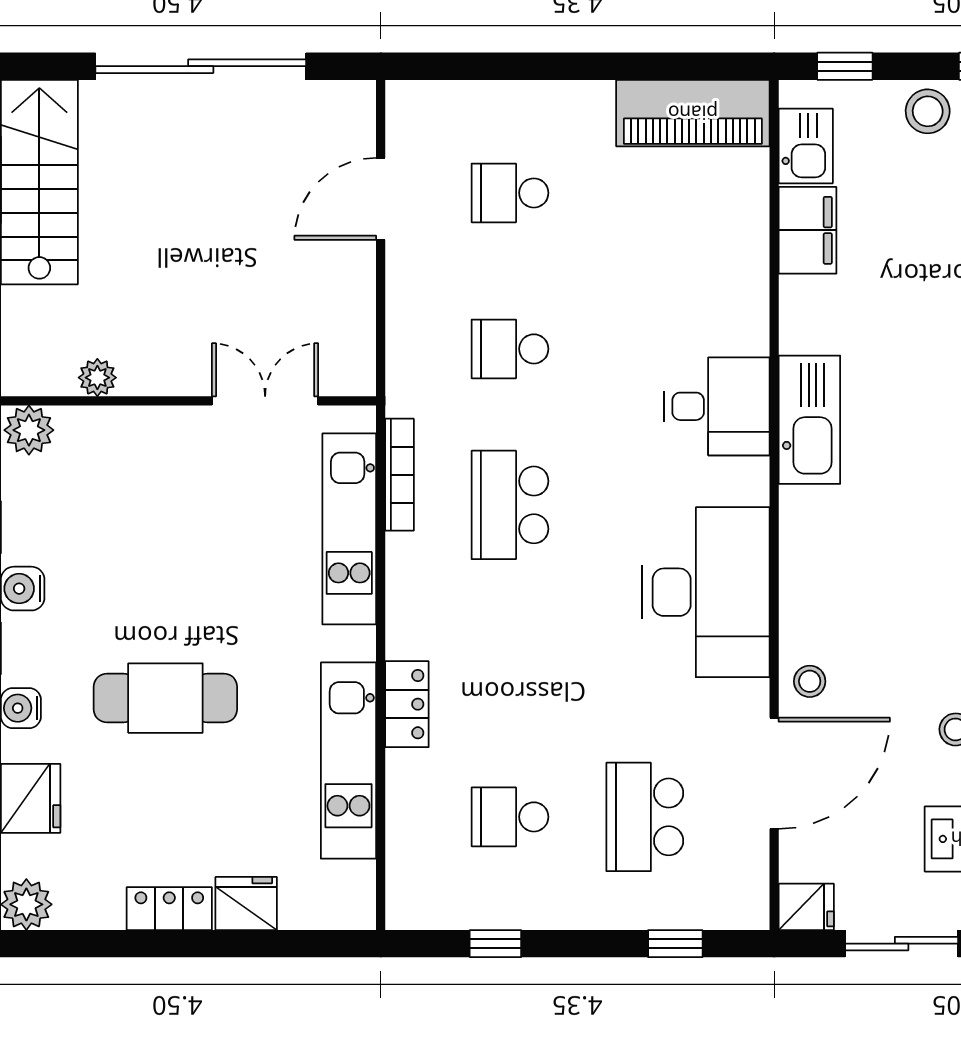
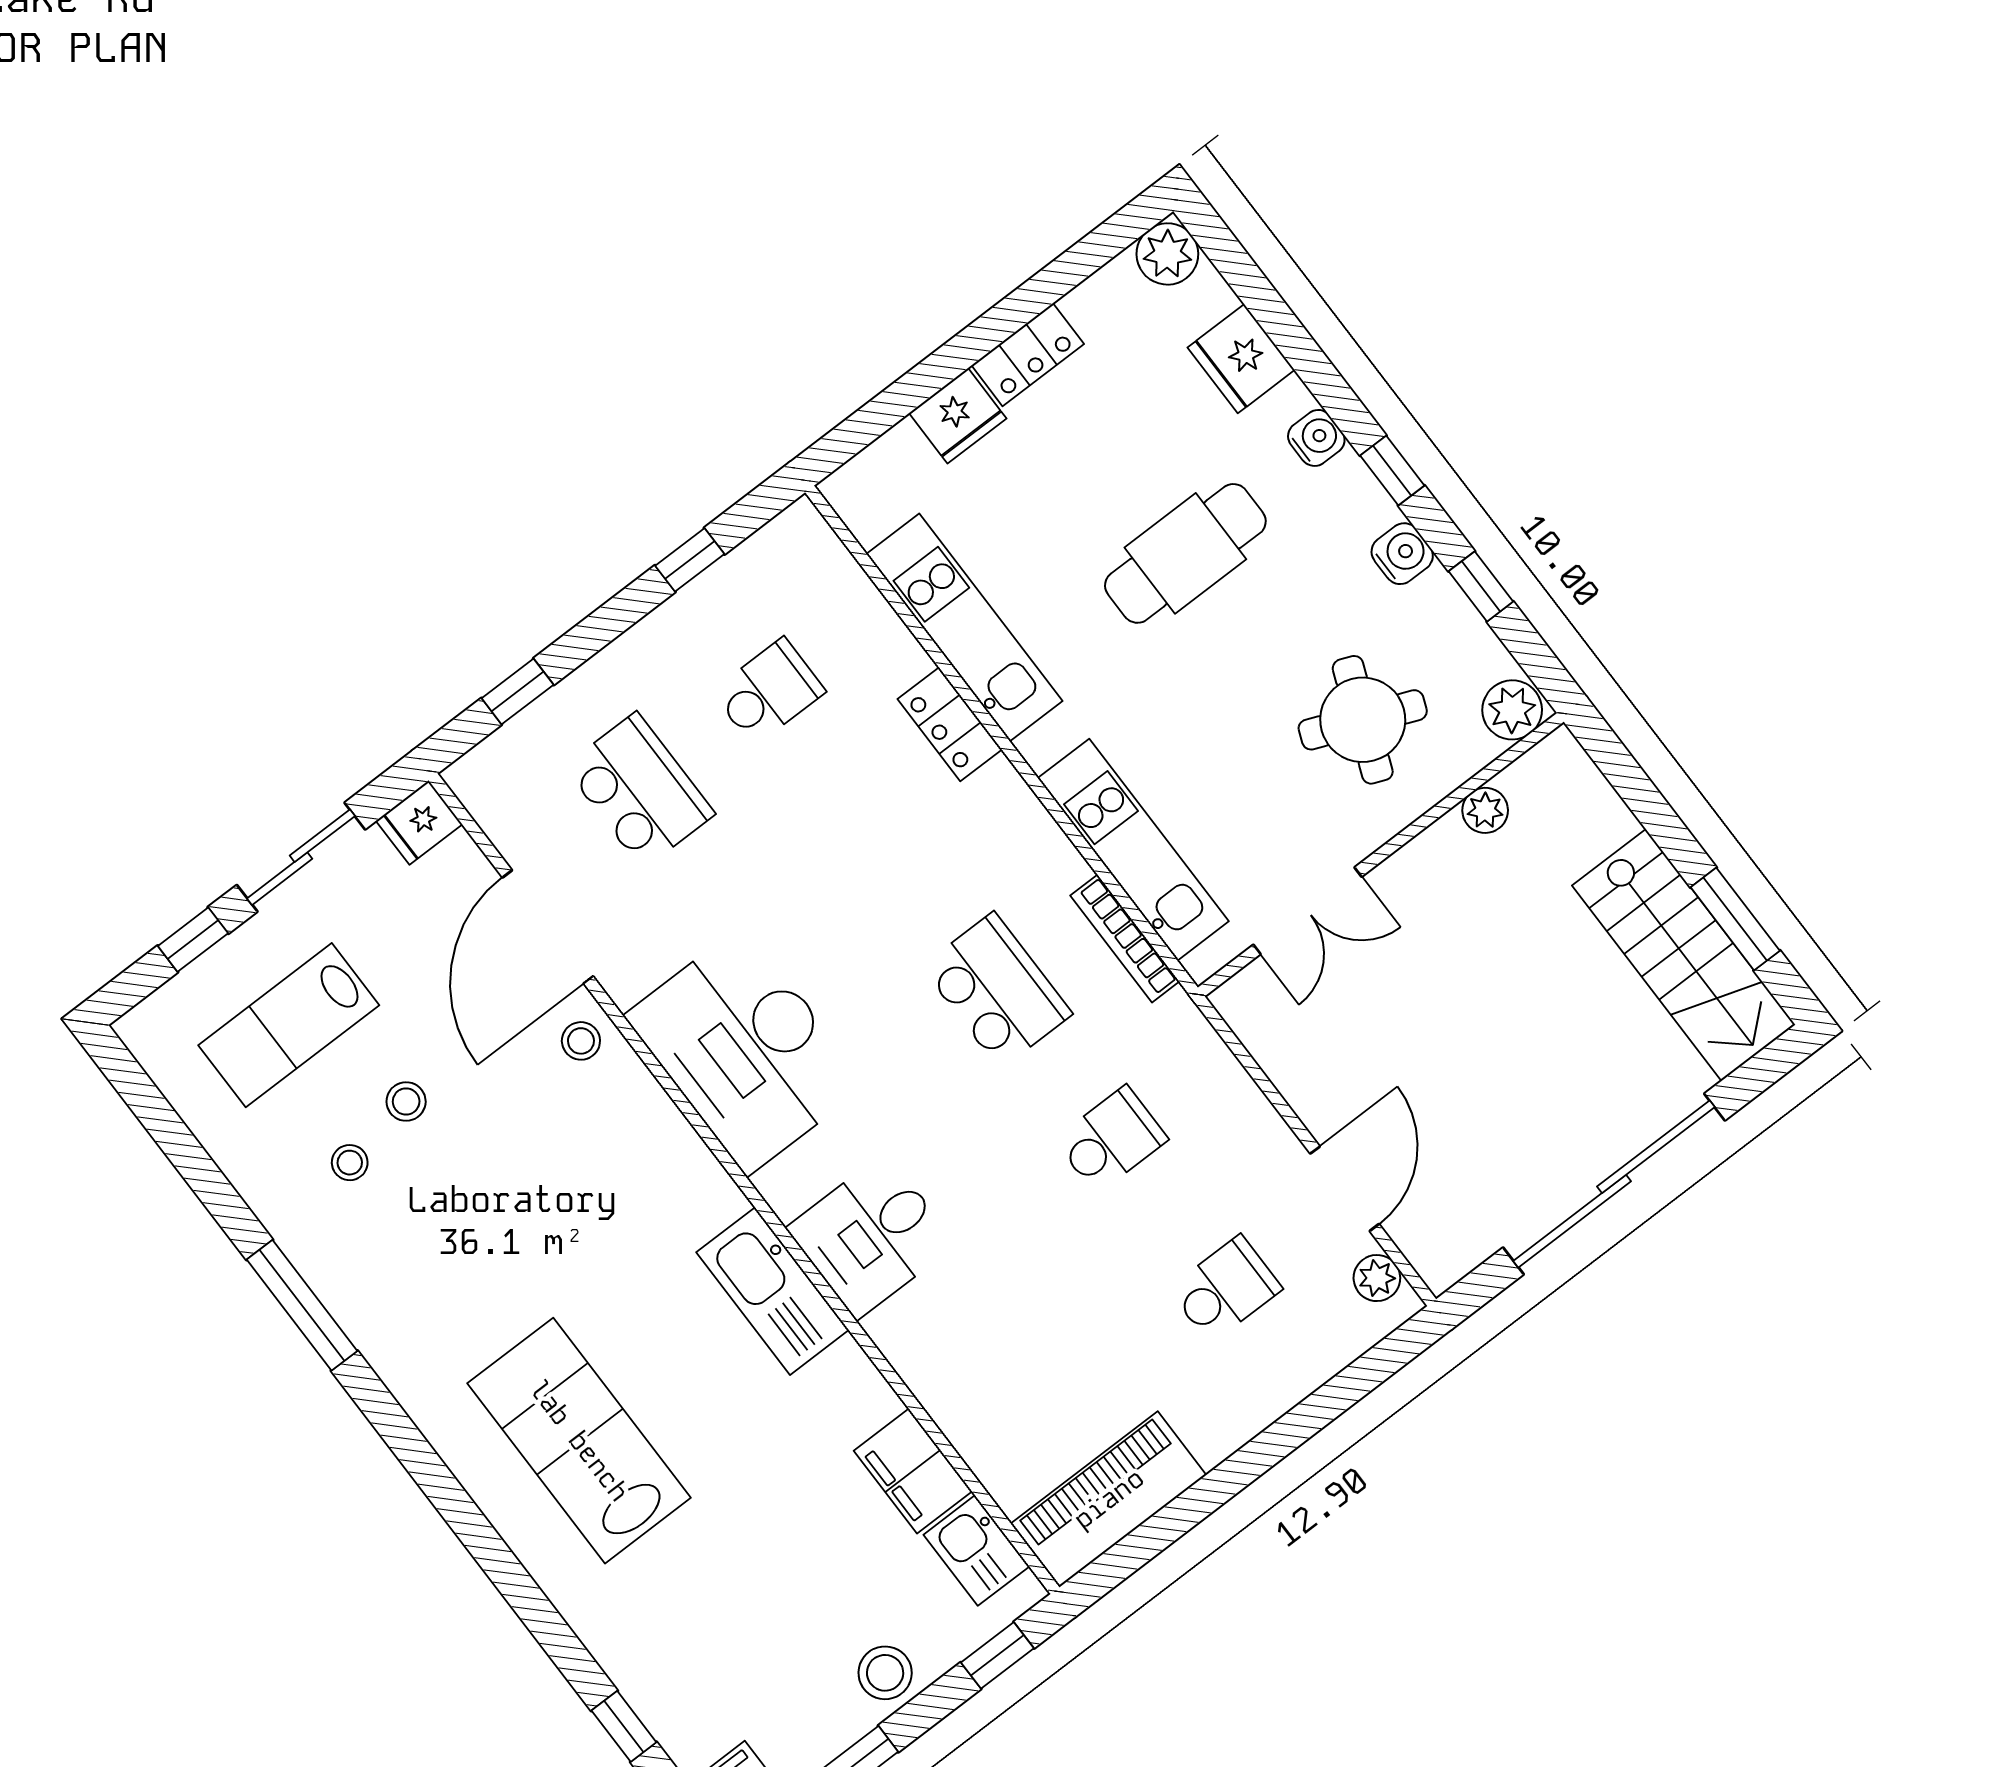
plant: (404, 124) -> (1377, 1278), added
round table: (132, 499) -> (1363, 720), added

